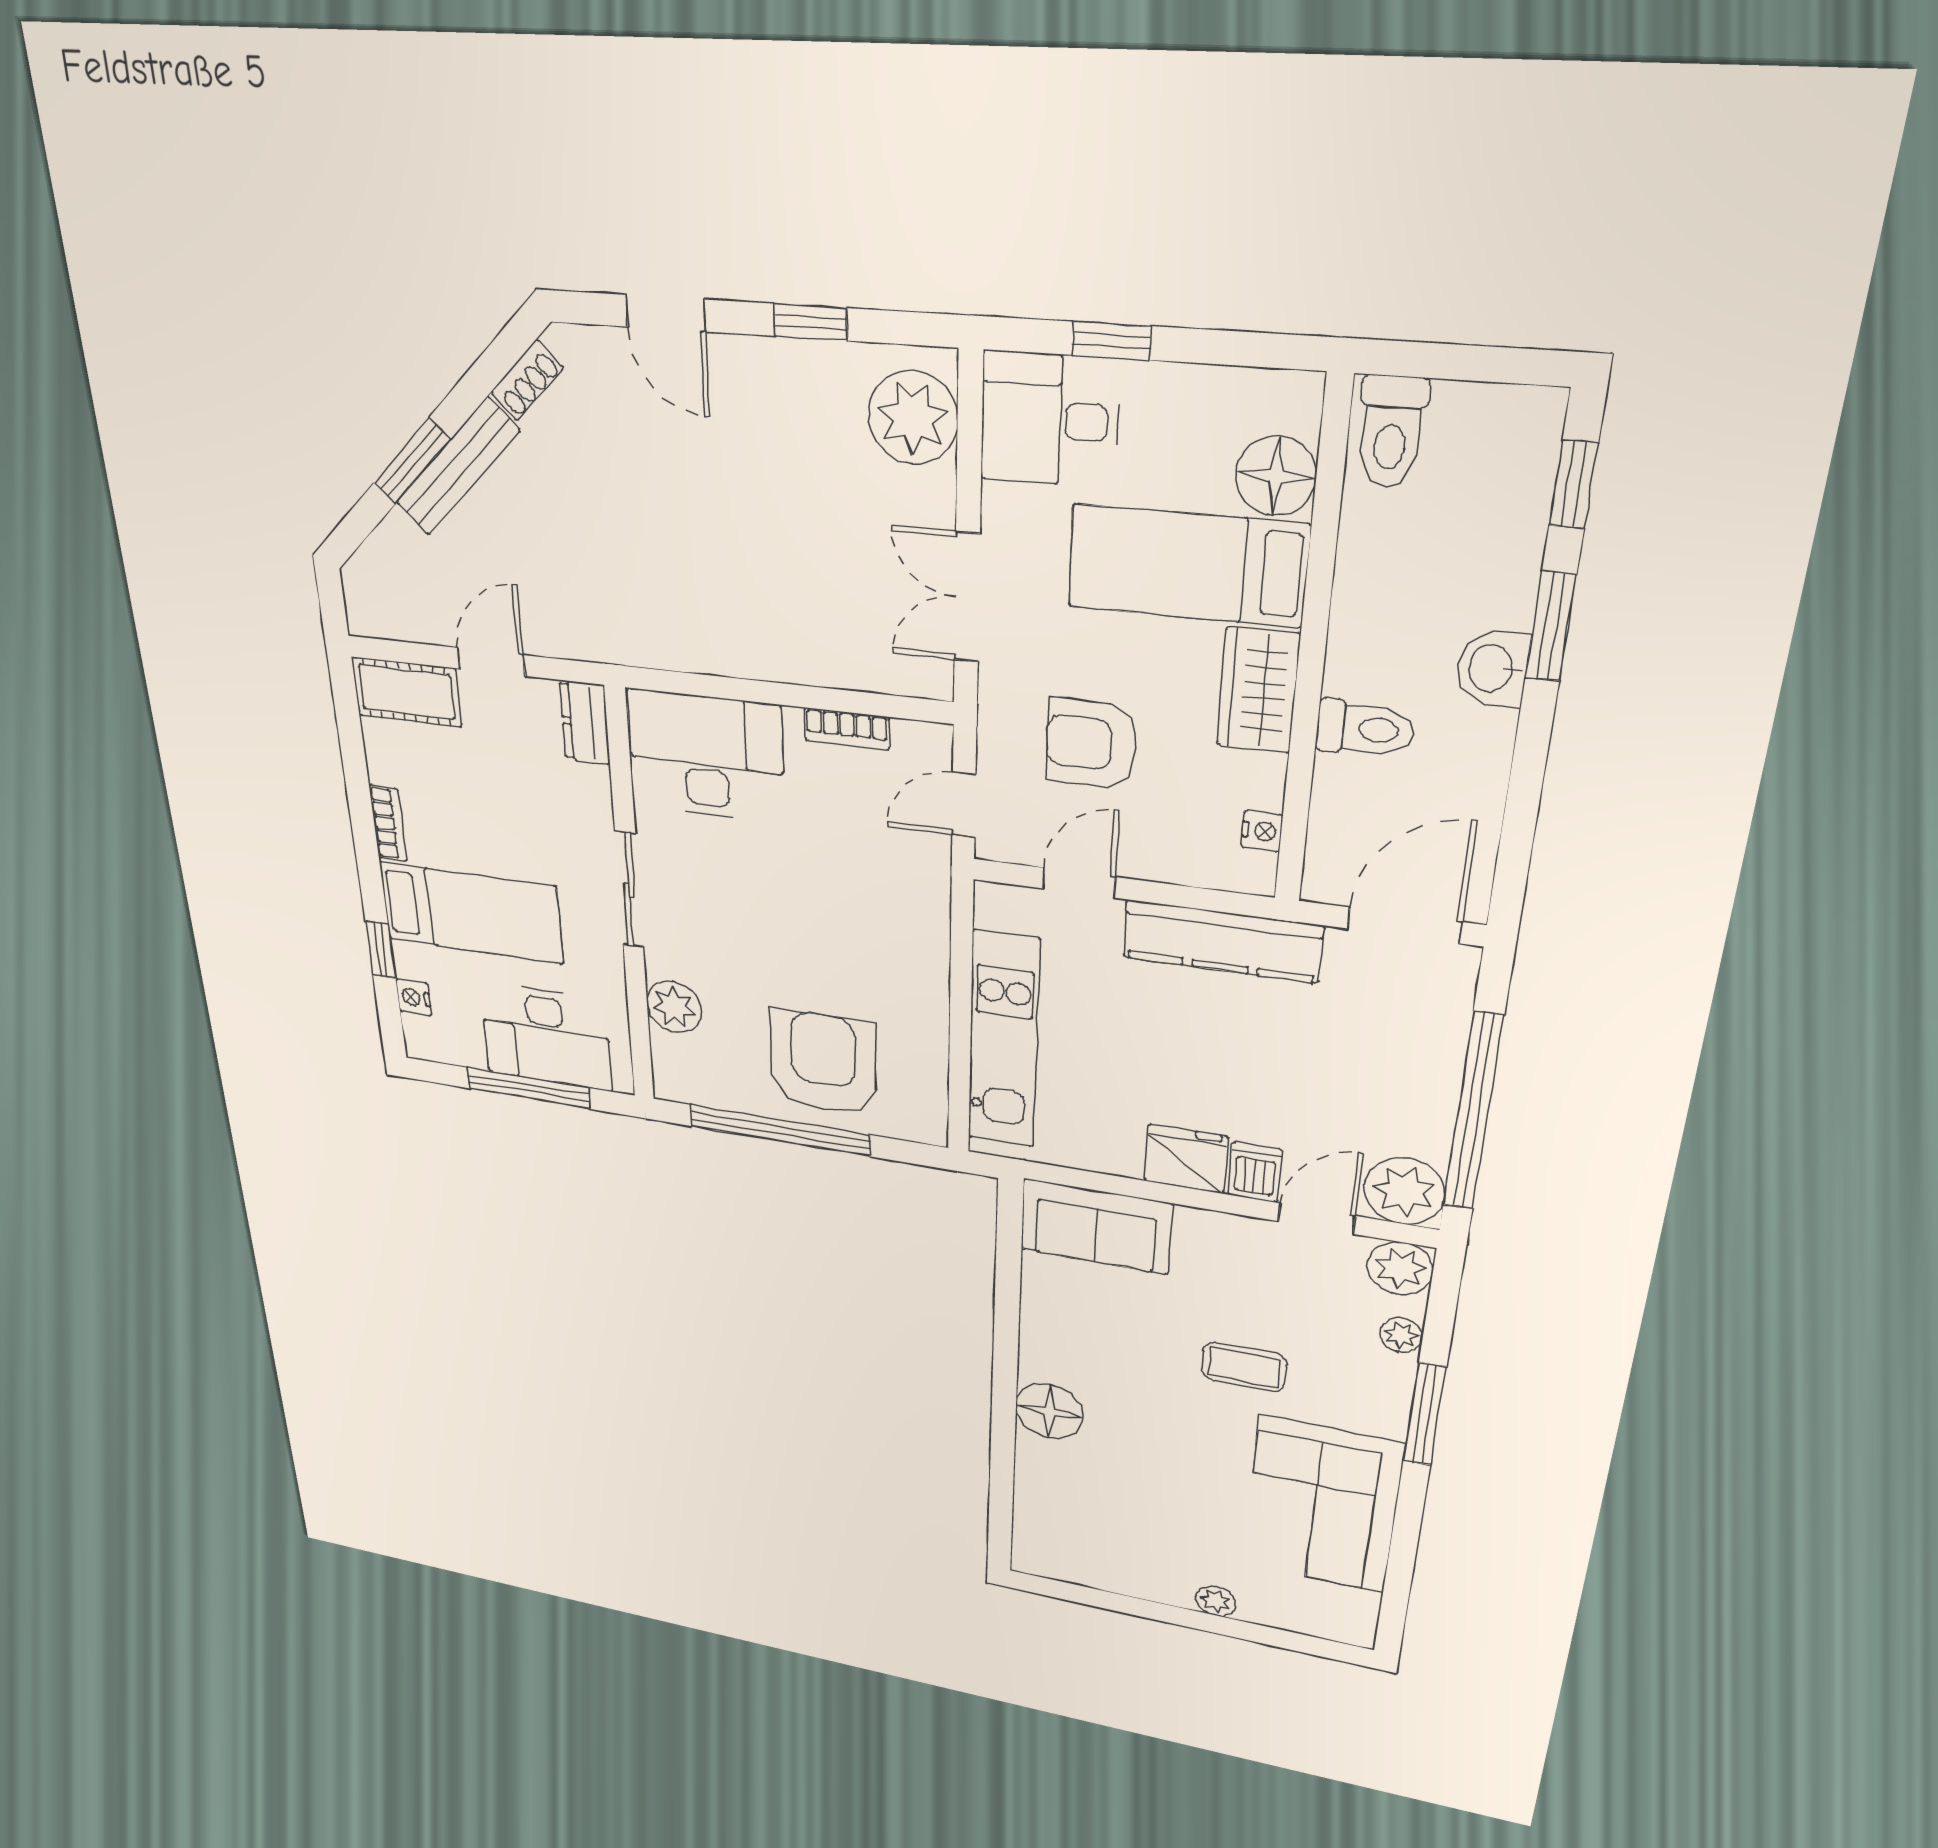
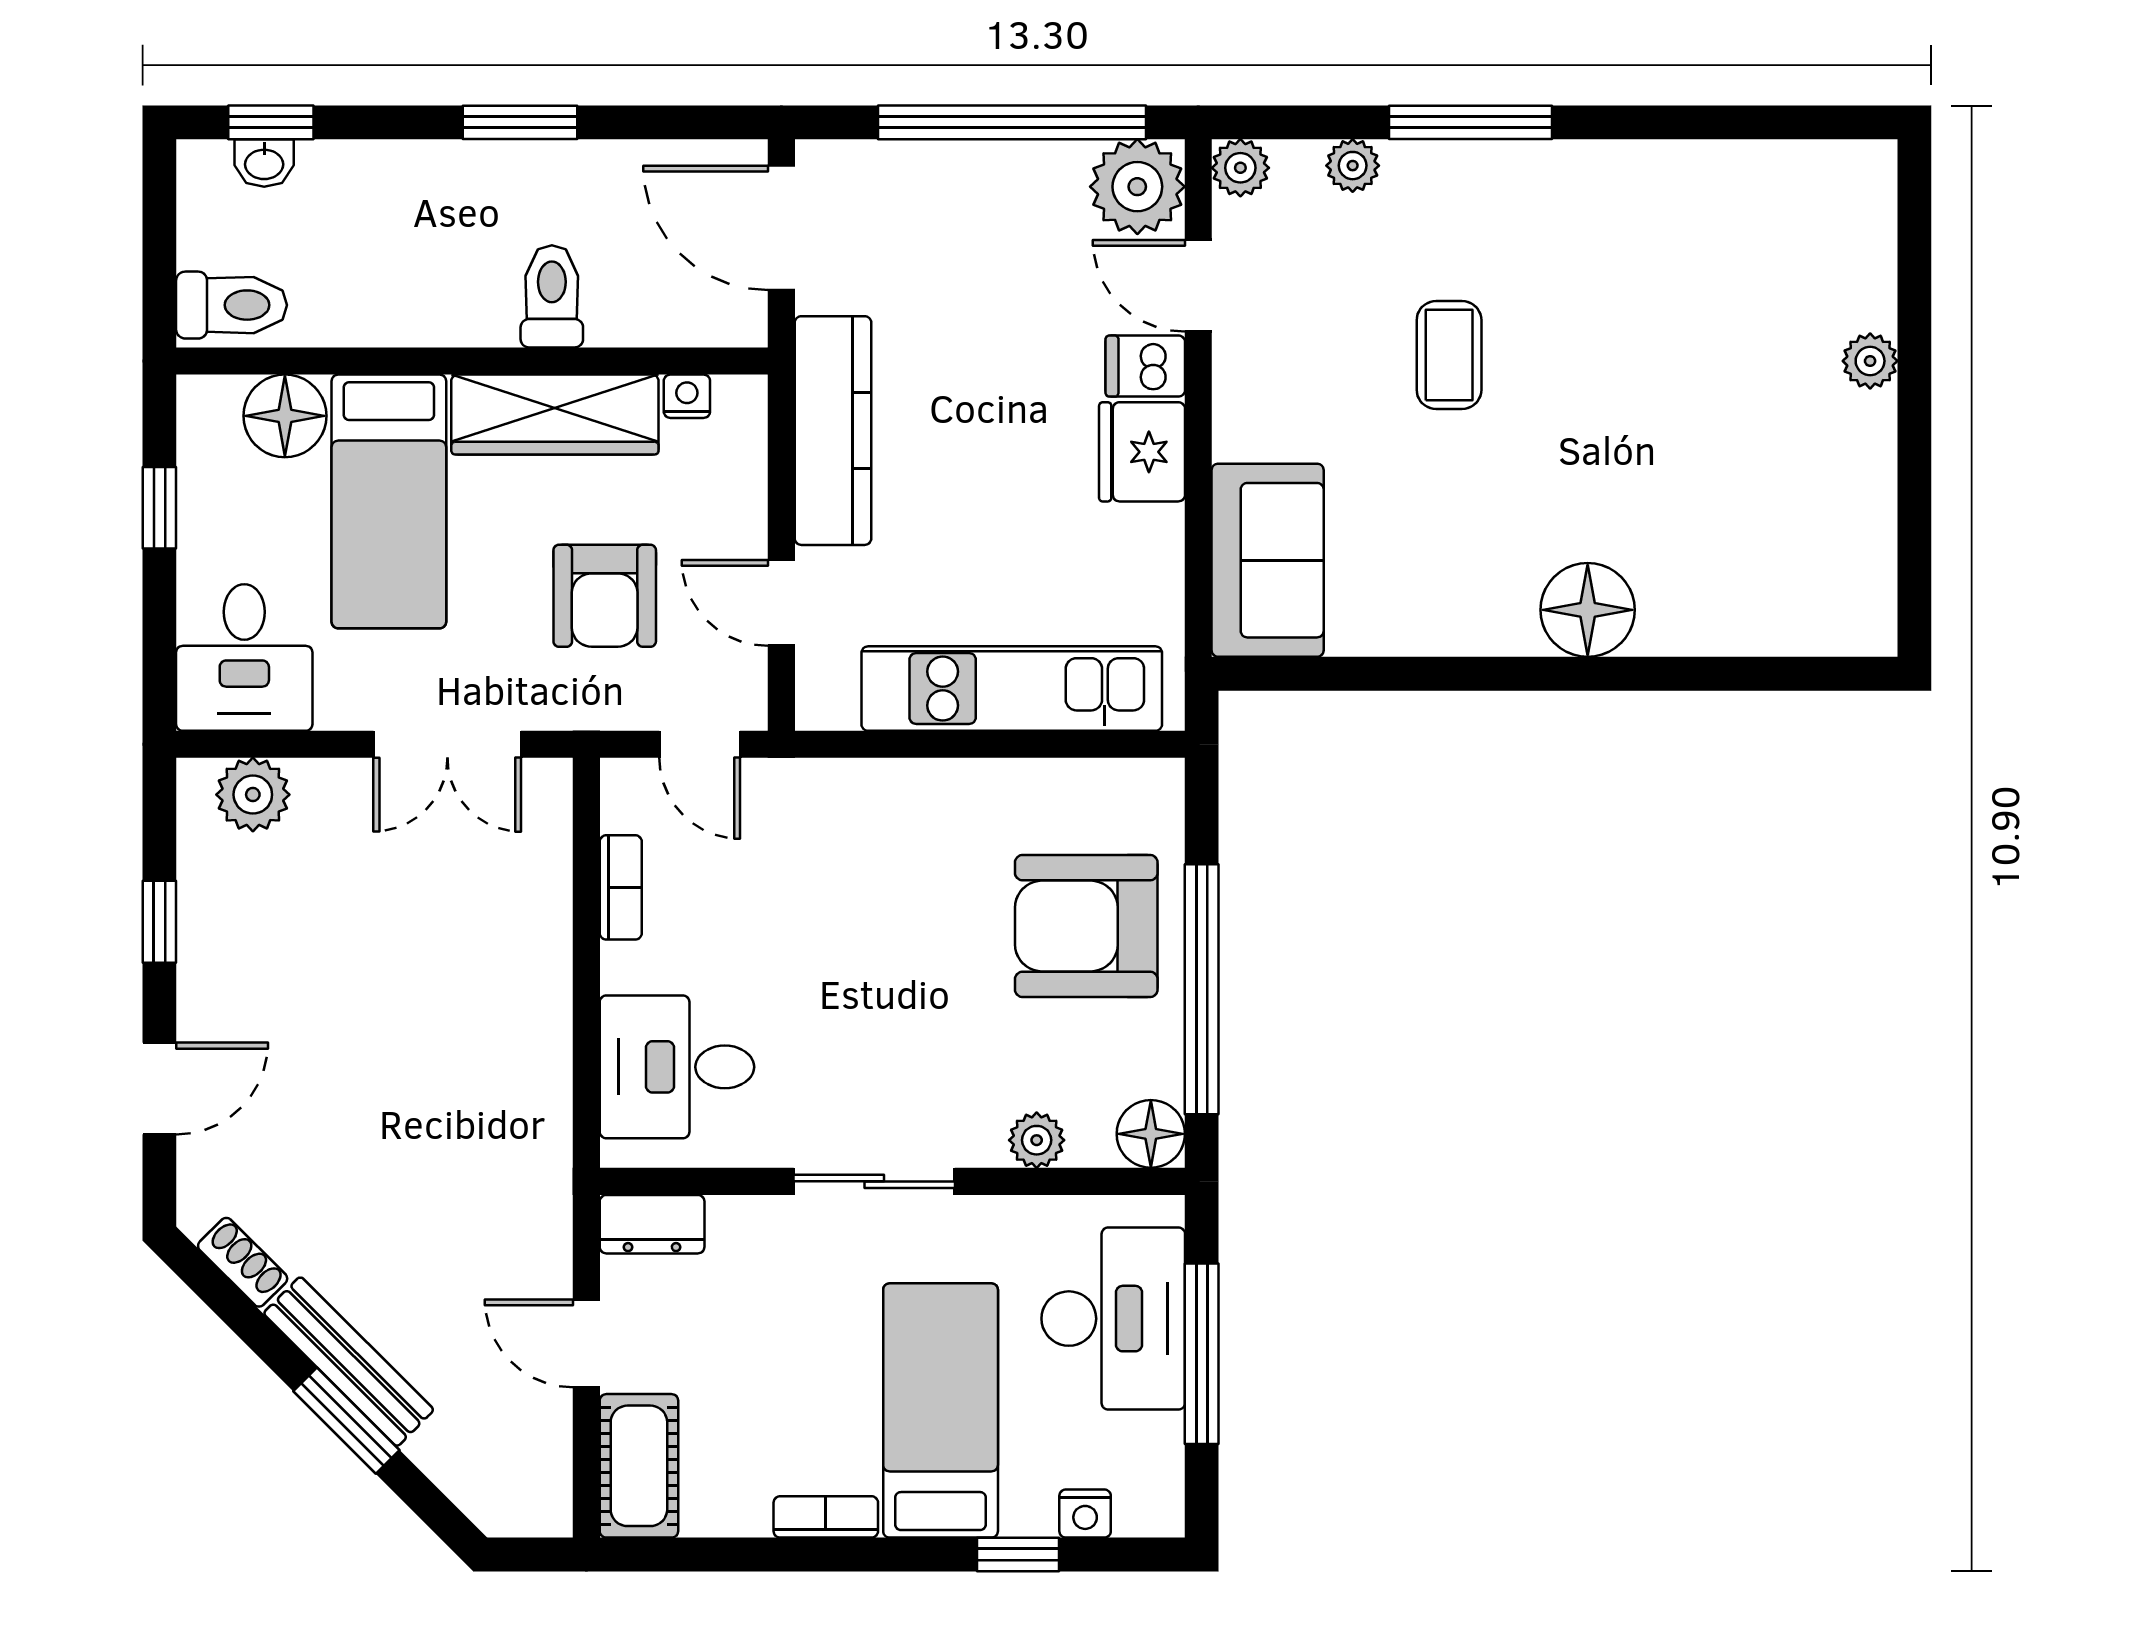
window: (1112, 341) -> (159, 508), moved
plant: (913, 418) -> (253, 795), width x0.73, depth x0.73
window: (1551, 627) -> (520, 122), moved
washbasin: (1492, 668) -> (264, 163), moved, width x0.72, depth x0.69
wardrobe: (1258, 690) -> (555, 415), width x1.50
desk: (706, 756) -> (677, 1067), width x0.73
plant: (674, 1007) -> (1037, 1140), width x0.73, depth x0.73
floor lamp: (676, 1081) -> (1151, 1134), added
plant: (1400, 1268) -> (1240, 168), width x0.73, depth x0.73
corner sofa: (1322, 1505) -> (1655, 234), removed

